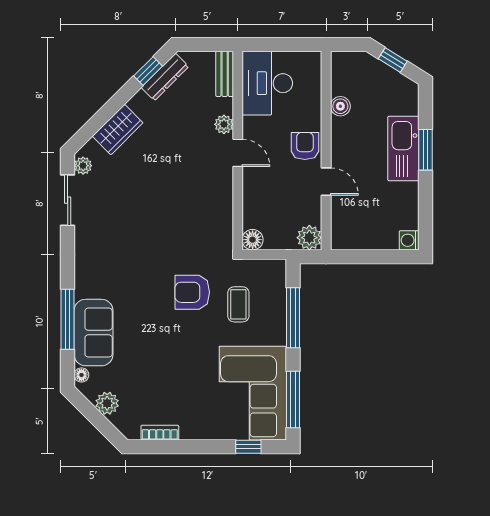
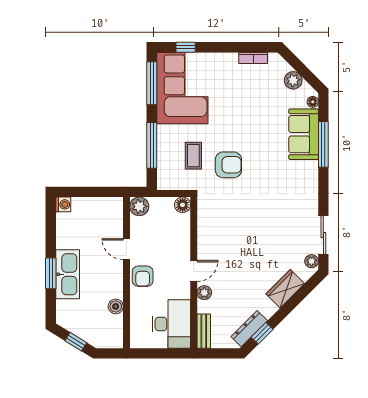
door: (238, 153) -> (194, 271), swing flipped

